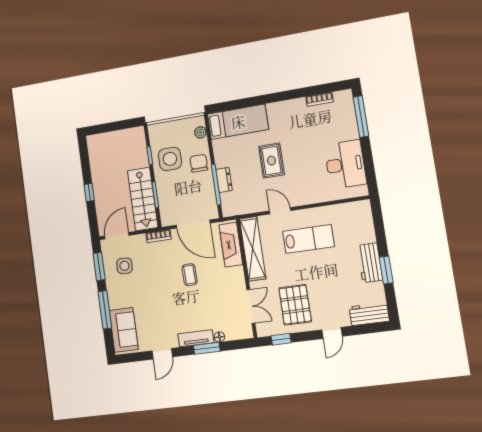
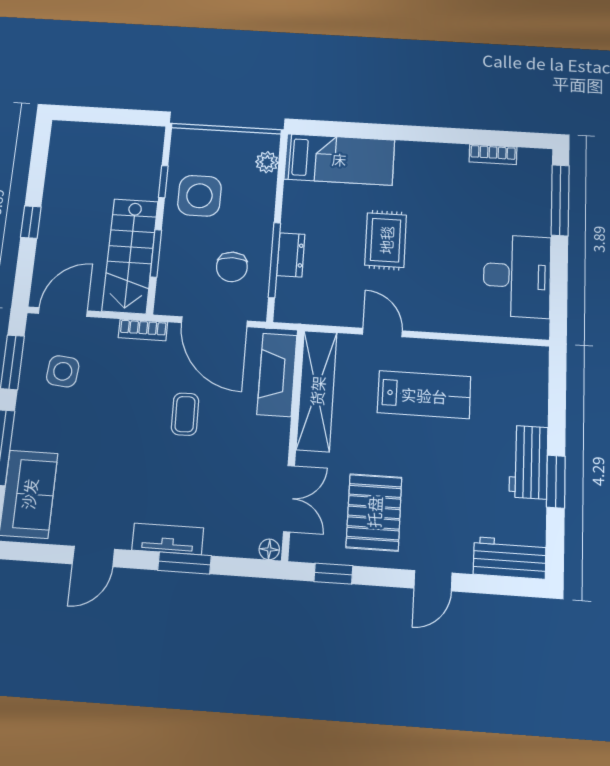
chair: (199, 163) -> (232, 267), moved, turned 180
floor lamp: (219, 337) -> (269, 549), moved

